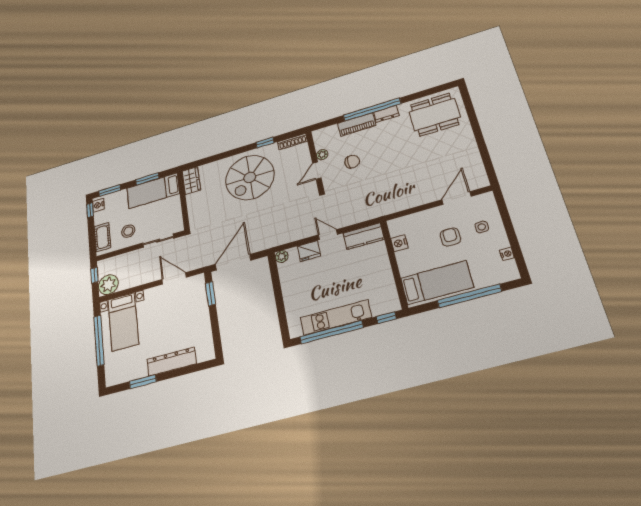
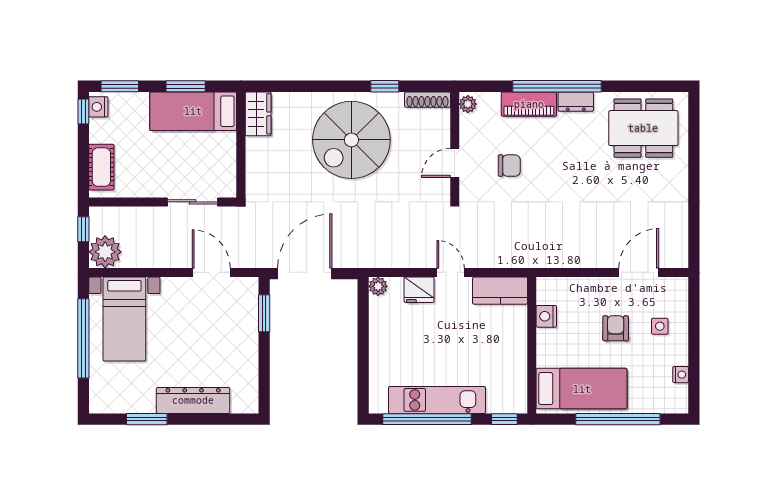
plant: (322, 155) -> (468, 104), moved
stool: (128, 231) -> (145, 170), removed

